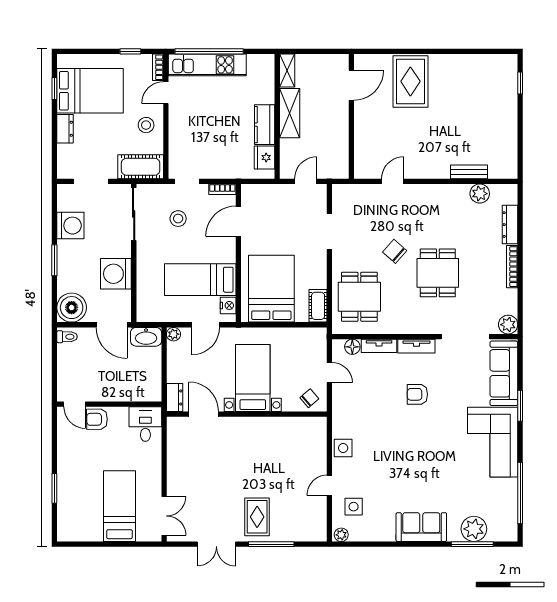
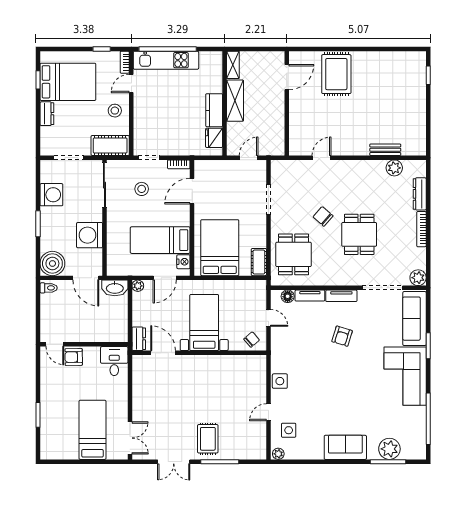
armchair: (417, 394) -> (342, 336), turned -73

